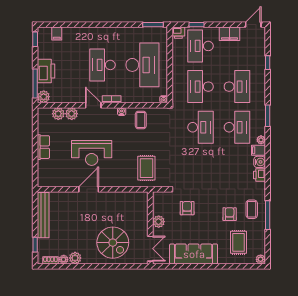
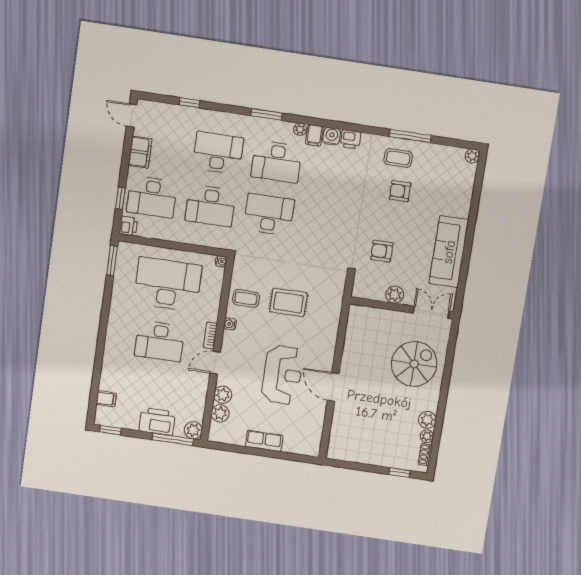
desk: (237, 127) -> (277, 162), turned 180
rug: (146, 168) -> (288, 302), moved
bench: (43, 215) -> (360, 455), removed
rug: (239, 242) -> (443, 184), removed

